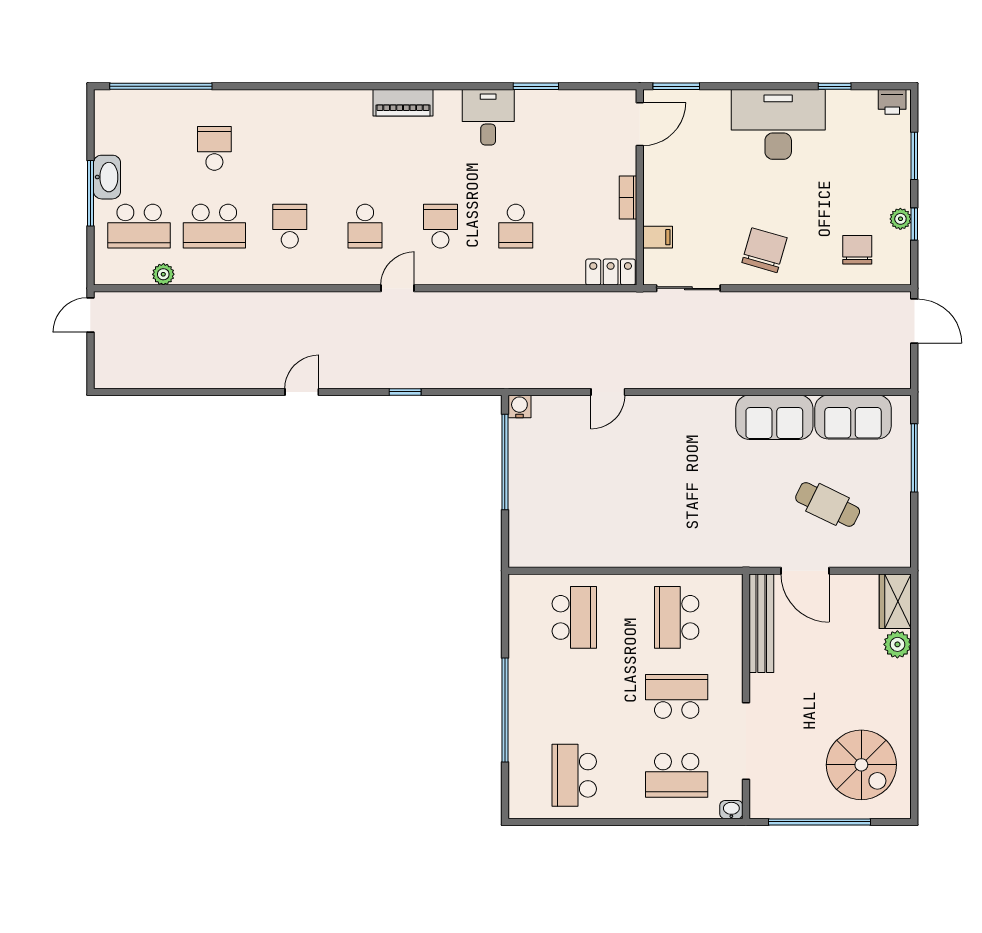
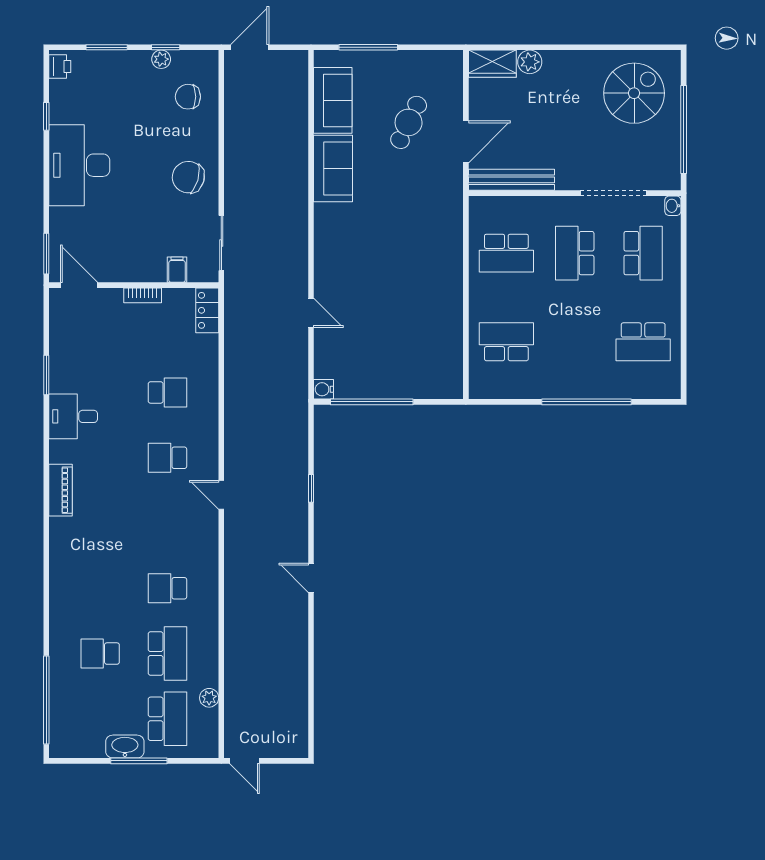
school desk: (365, 226) -> (167, 523), removed

